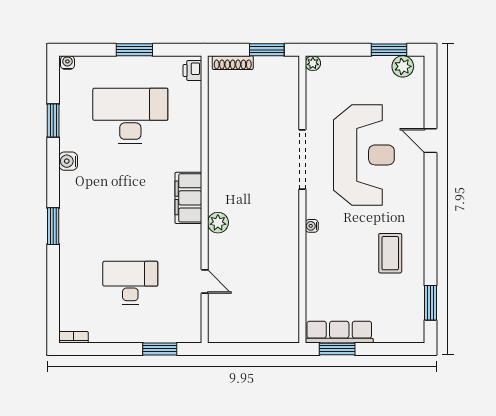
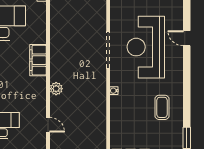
reception desk: (364, 155) -> (146, 47), turned 180
filing cabinet: (188, 198) -> (38, 60), moved

